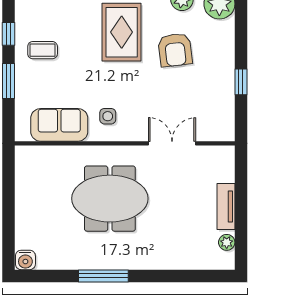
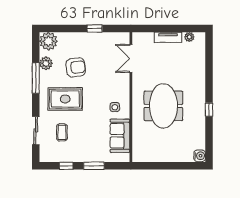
coffee table: (43, 50) -> (62, 132), moved
double door: (172, 143) -> (131, 58), moved
window: (103, 276) -> (209, 110), width x0.46

